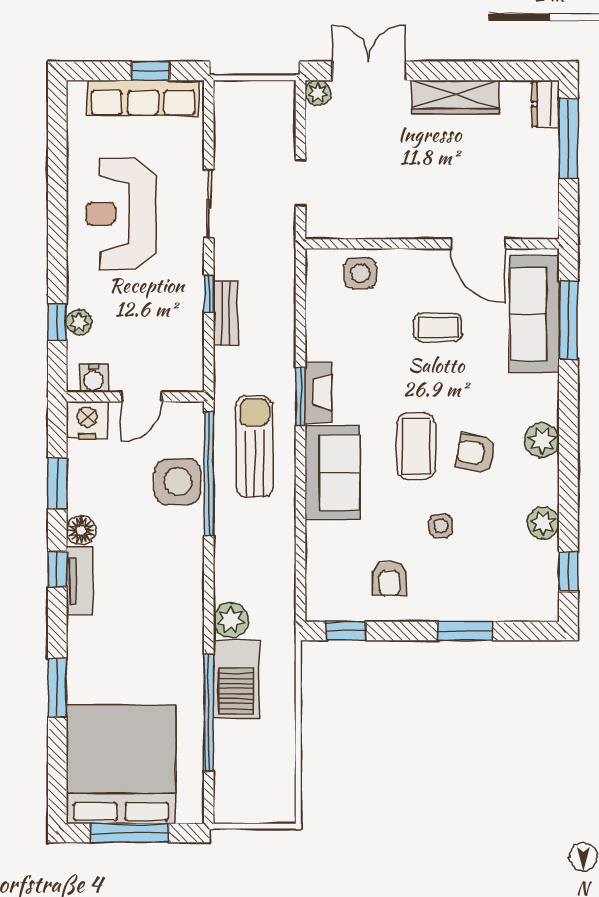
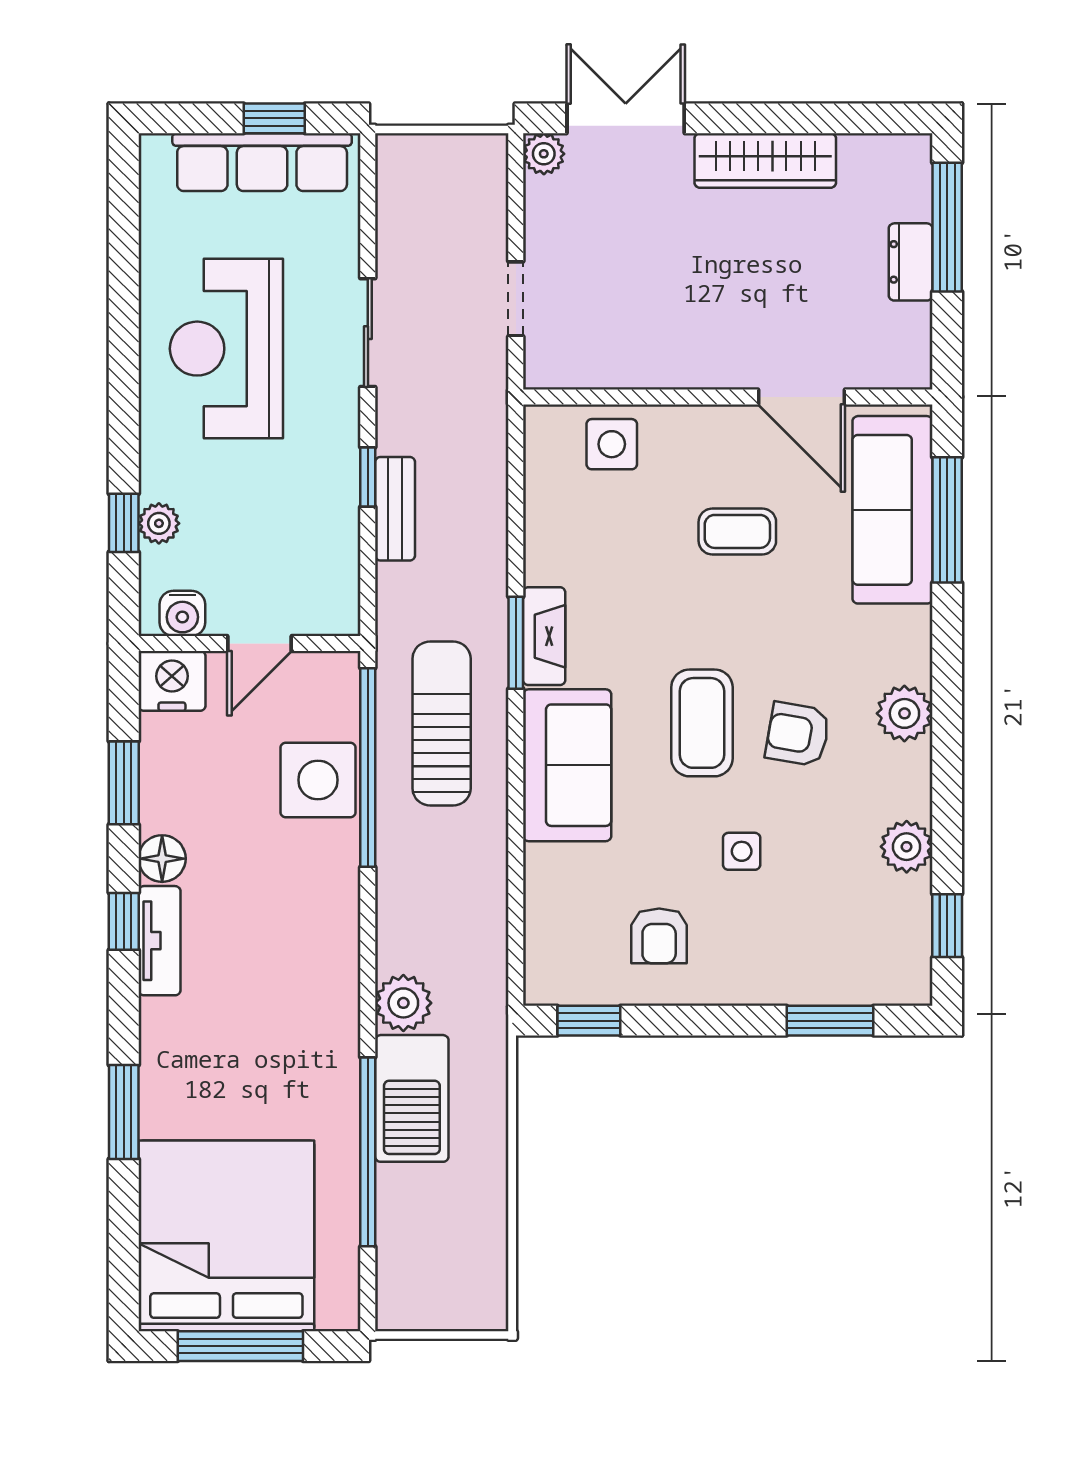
dresser: (546, 104) -> (911, 262), moved
window: (465, 631) -> (830, 1021), moved

